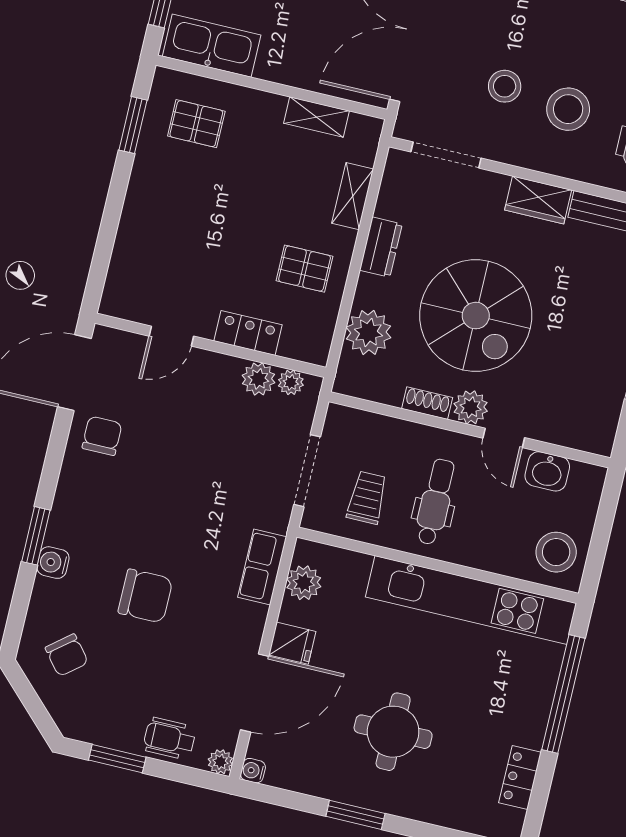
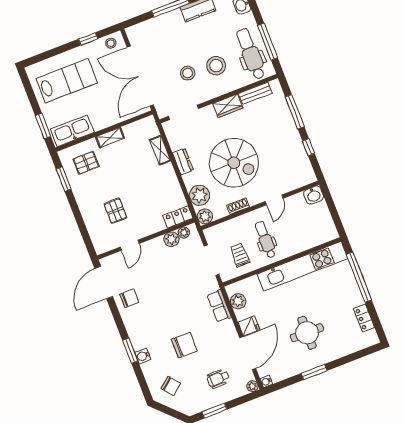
shelving: (317, 117) -> (110, 137), moved
pallet: (305, 269) -> (115, 211), moved, turned 90
locker: (248, 333) -> (178, 217), moved
plant: (471, 407) -> (205, 216), moved
chair: (102, 436) -> (129, 298), turned 90
door: (504, 438) -> (274, 200), hinge flipped
washbasin: (547, 471) -> (314, 195), moved
stool: (556, 552) -> (321, 228), removed
wheelchair: (169, 739) -> (218, 379), moved

